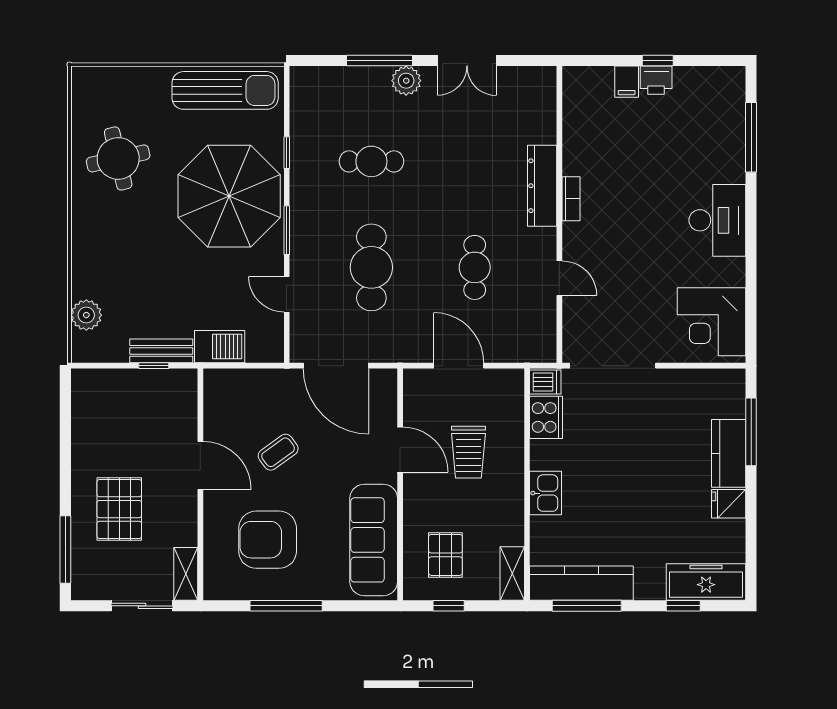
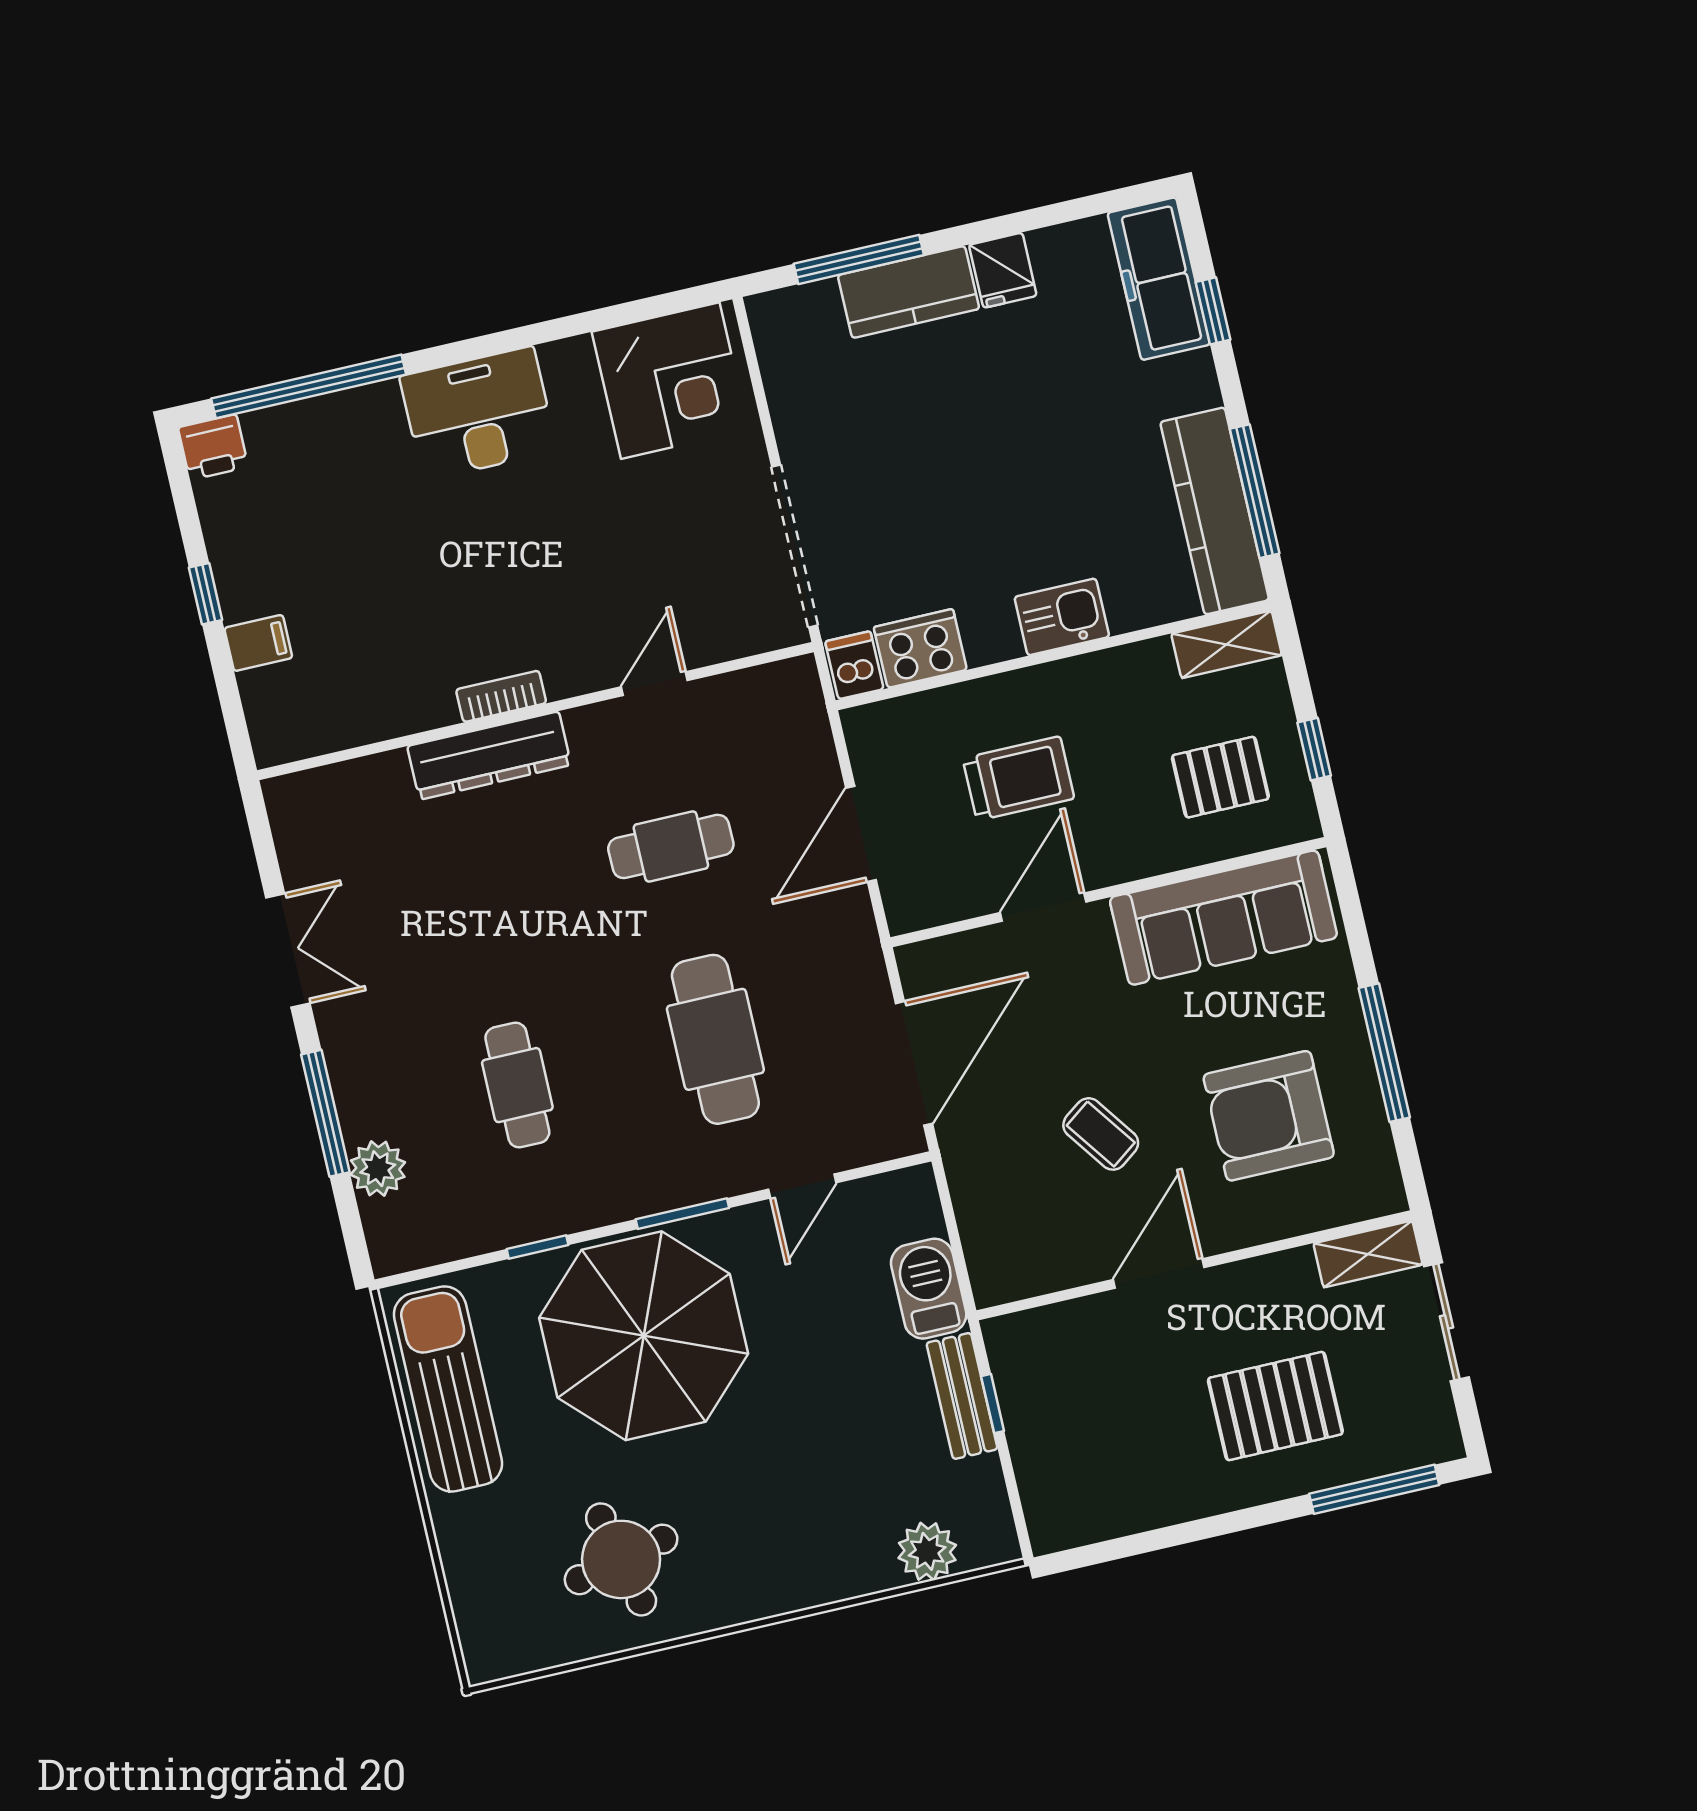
printer: (656, 80) -> (213, 447), moved, turned 90
plant: (406, 81) -> (378, 1169), moved
window: (751, 137) -> (309, 386), width x1.46
cafe table: (371, 267) -> (715, 1039), turned 90
armchair: (268, 540) -> (1269, 1116), turned 90

